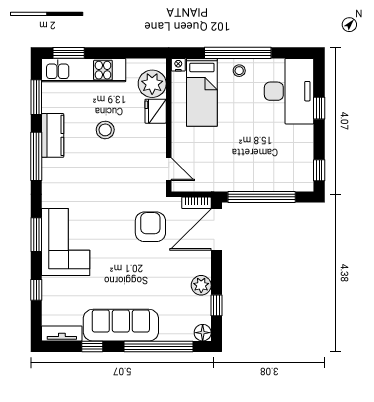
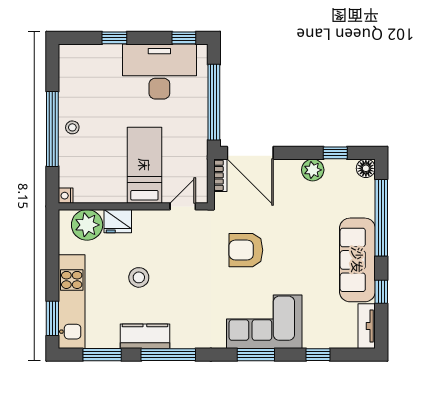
desk: (289, 91) -> (159, 71), moved
bed: (202, 92) -> (144, 165), moved, turned -90
armchair: (150, 227) -> (246, 250), moved

